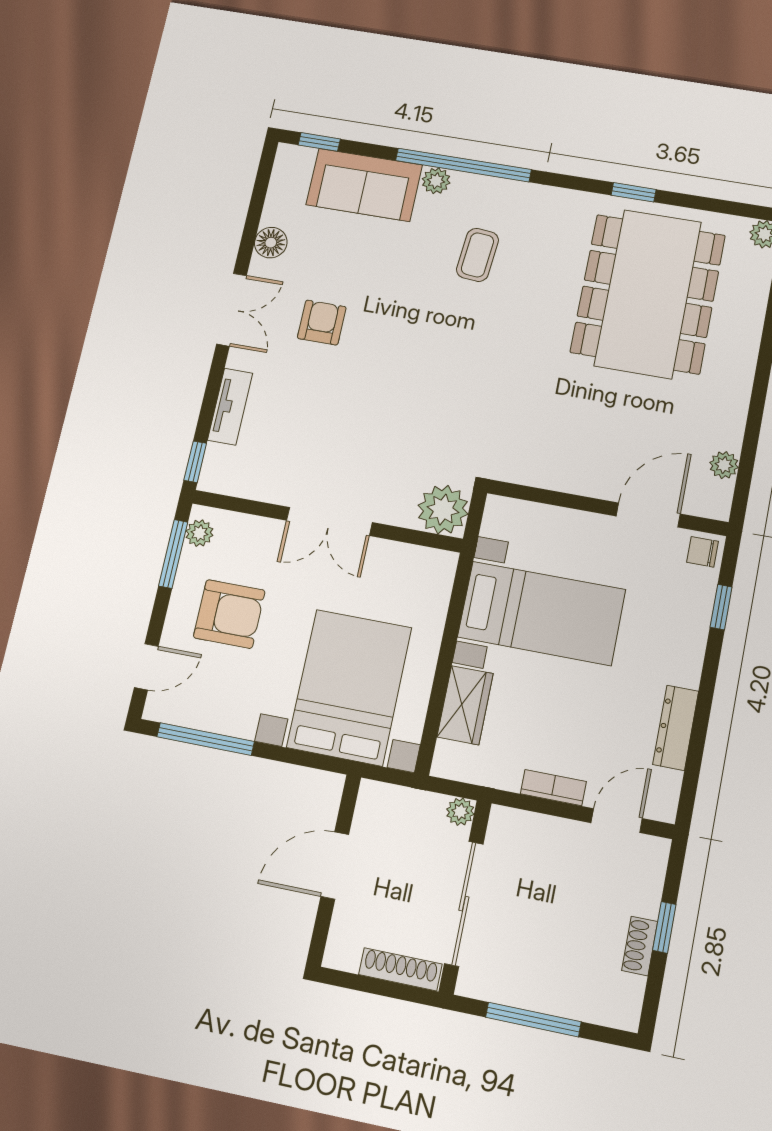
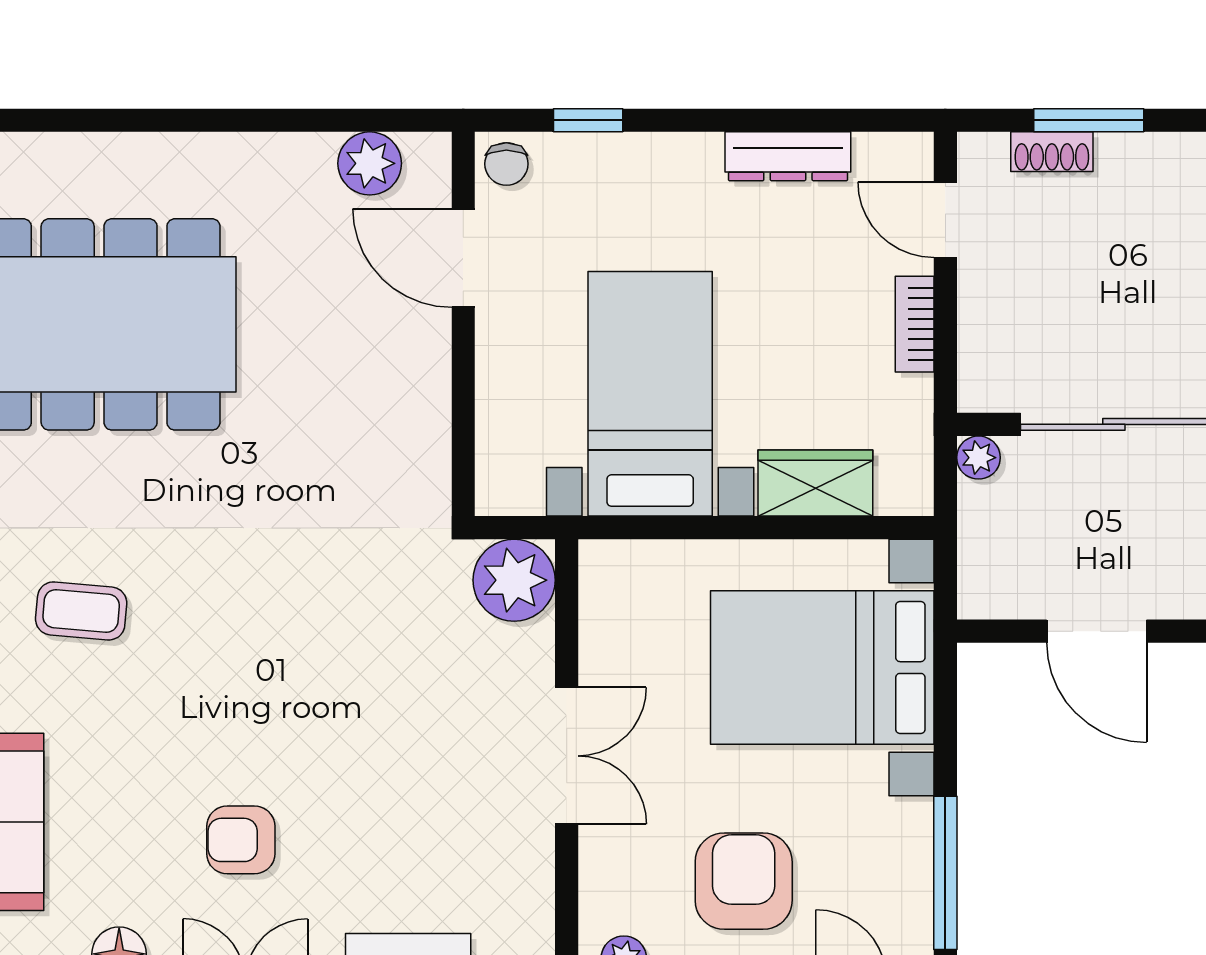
plant: (724, 465) -> (370, 163), width x1.38, depth x1.38
window: (664, 927) -> (1089, 120), width x1.50
shoe rack: (640, 946) -> (1052, 152), moved

